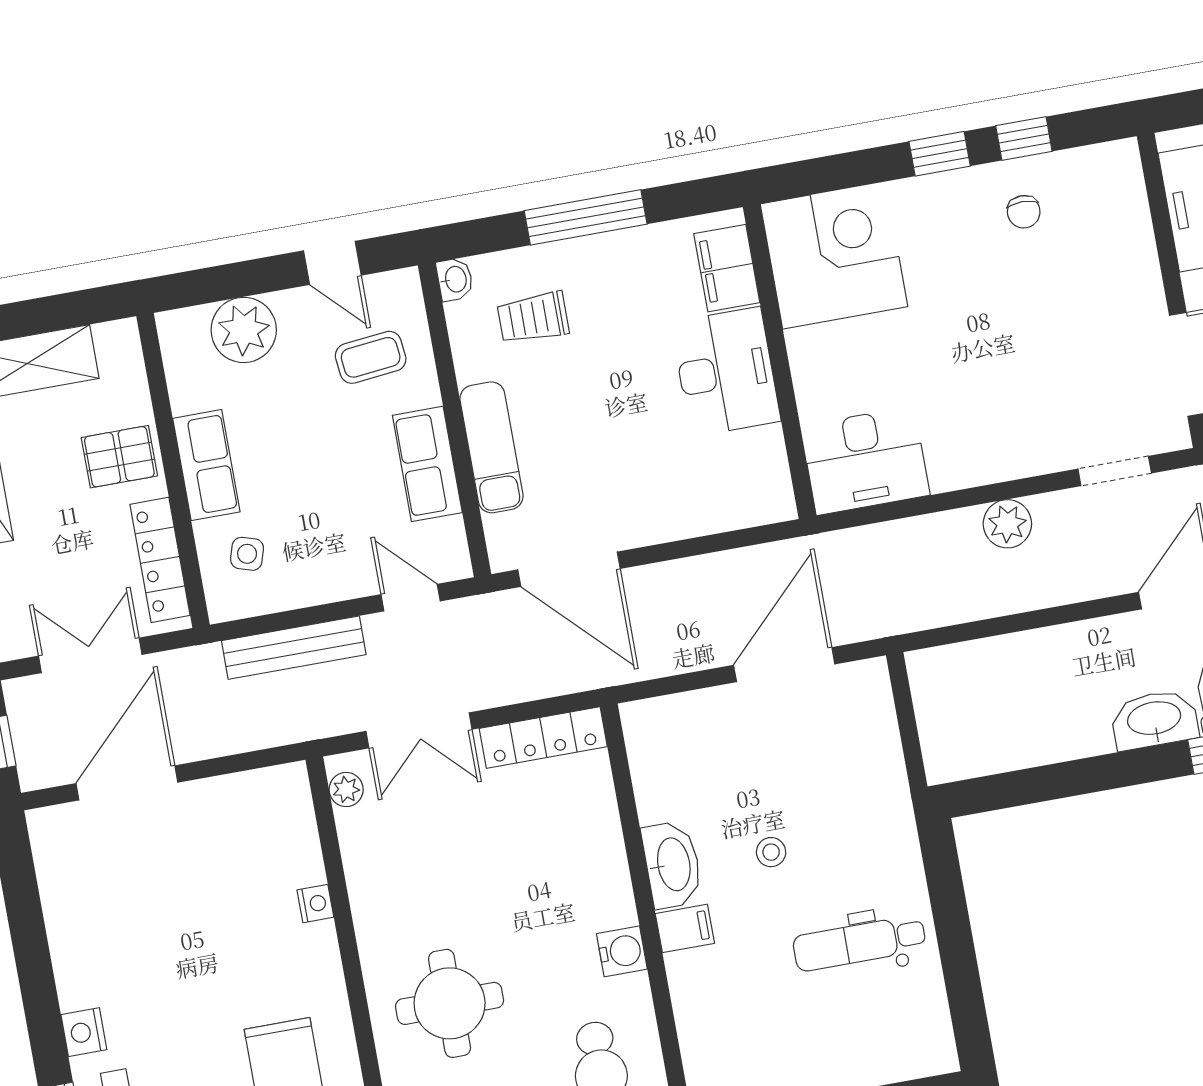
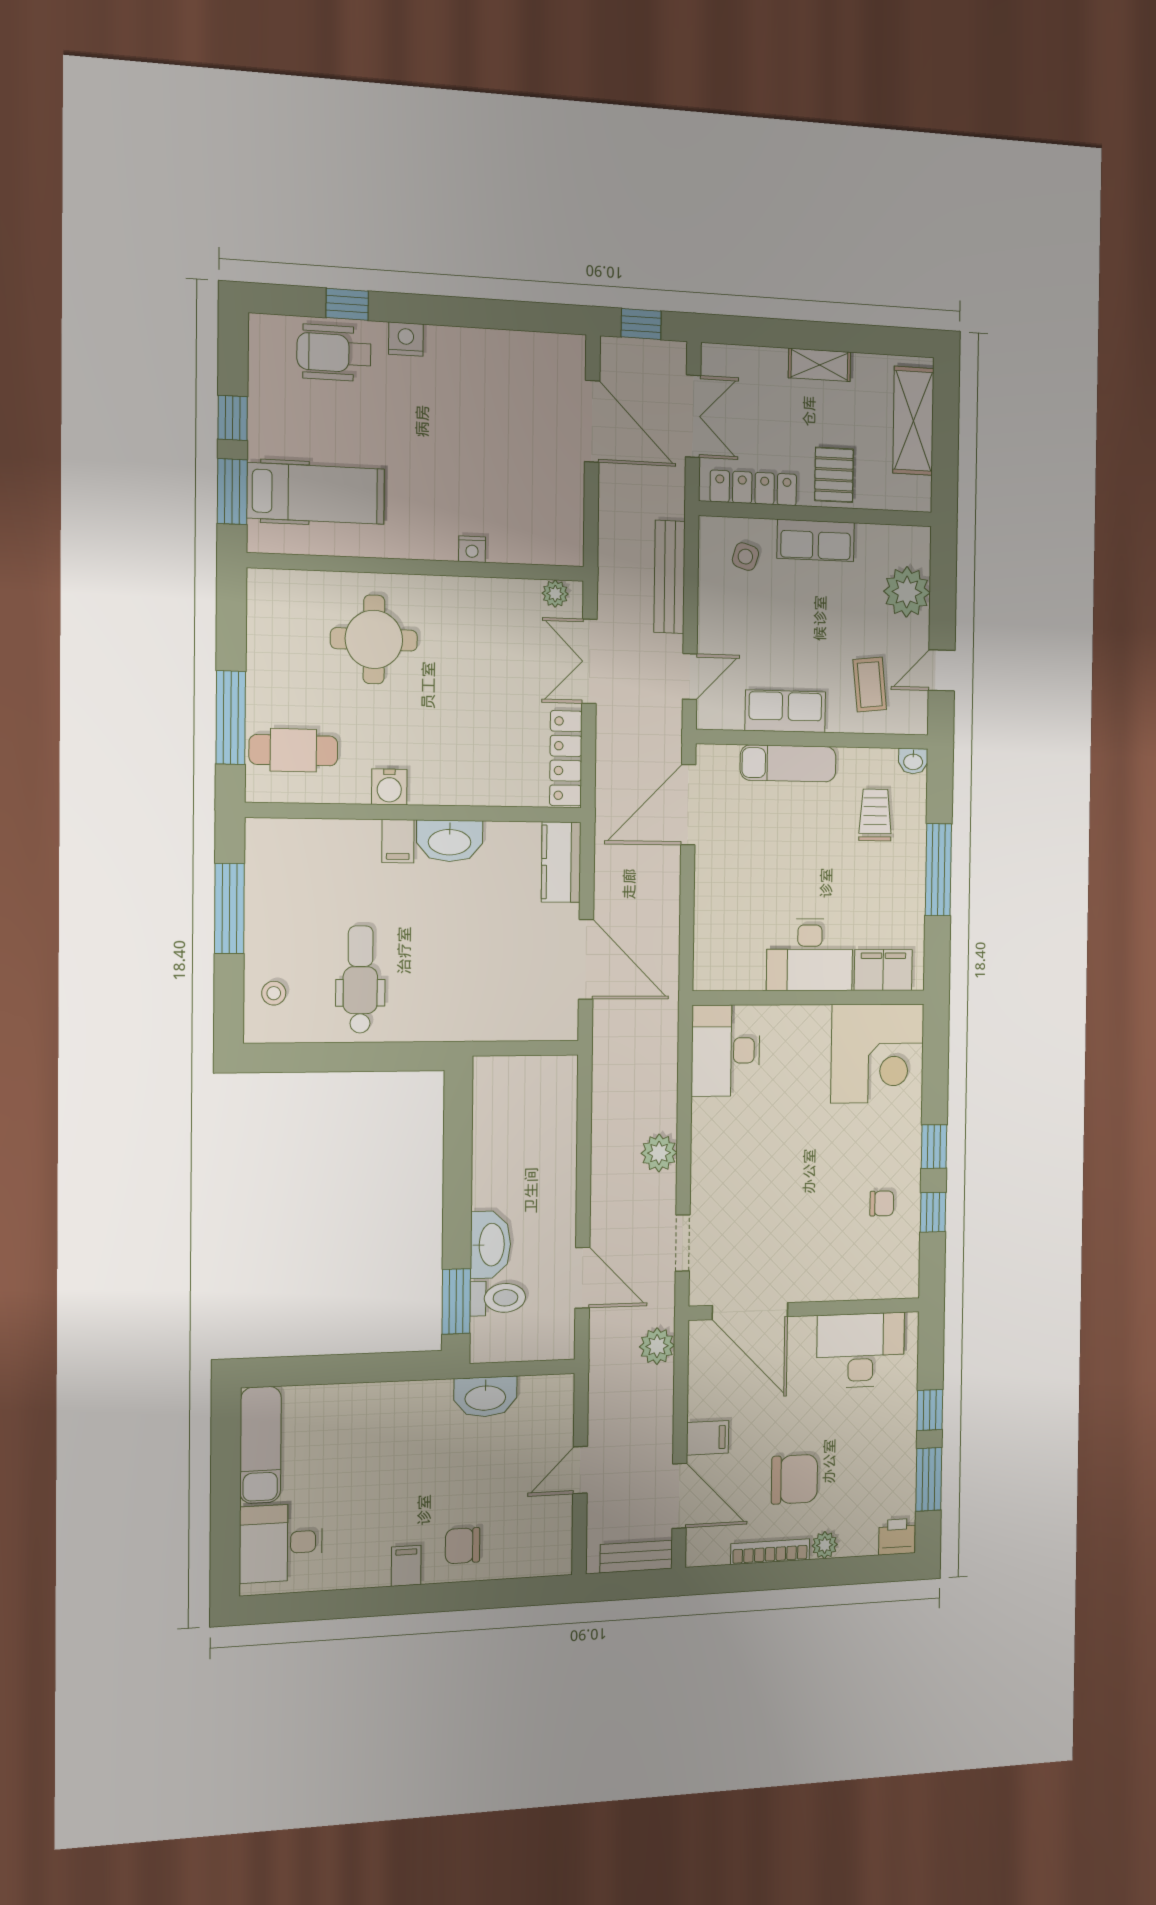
chair: (1024, 212) -> (882, 1203), turned 180
kitchen counter: (671, 719) -> (561, 862), added
stool: (771, 852) -> (274, 993), moved

